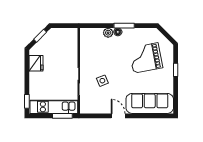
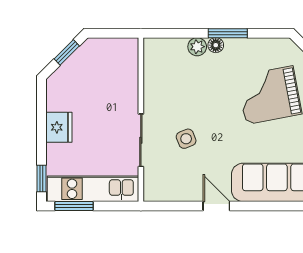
fridge: (36, 63) -> (59, 127), moved
window: (62, 116) -> (74, 206), moved

